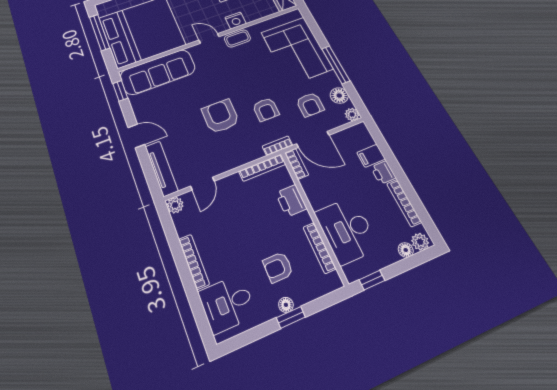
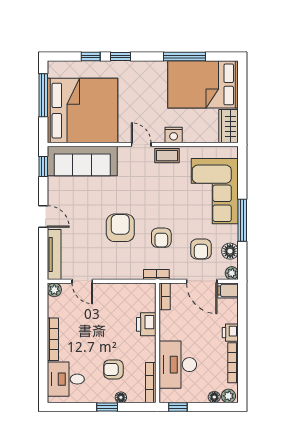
door: (313, 139) -> (202, 281), moved
filing cabinet: (371, 156) -> (228, 290), moved
bookcase: (262, 168) -> (136, 288), removed
door: (202, 184) -> (82, 281), hinge flipped
bookcase: (319, 248) -> (151, 383), moved
floor lamp: (286, 305) -> (121, 397), moved

